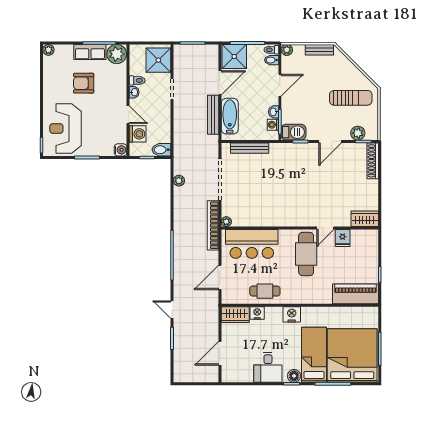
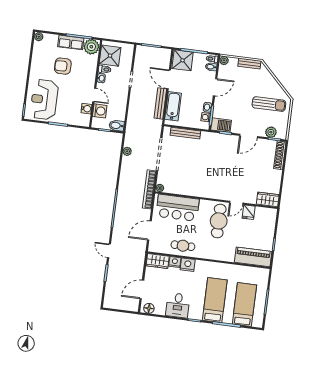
shower: (158, 60) -> (110, 56), moved
door: (220, 83) -> (169, 79), swing flipped
water cooler: (121, 150) -> (86, 109), moved
nightstand: (292, 314) -> (188, 265), moved
bed: (352, 356) -> (244, 304), width x0.49
floor lamp: (294, 376) -> (149, 308), moved

